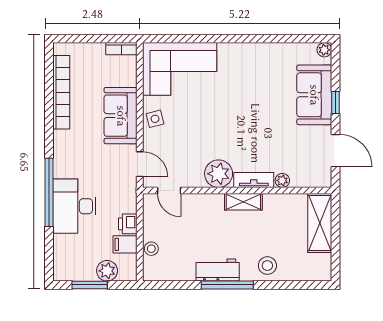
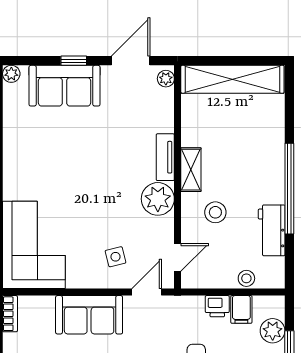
side table: (155, 119) -> (116, 257), moved
plant: (282, 180) -> (166, 79), moved
shelving: (320, 223) -> (232, 79), width x1.47
stool: (267, 266) -> (215, 212), moved
workbench: (218, 270) -> (272, 230), moved
window: (227, 285) -> (289, 189), width x1.46

